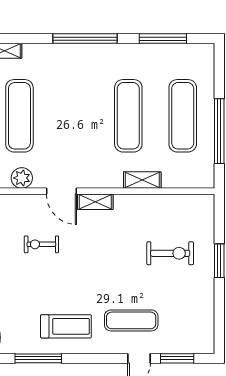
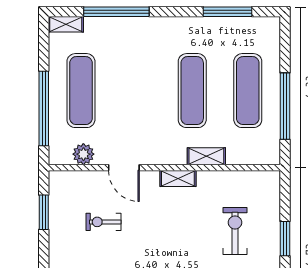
window: (85, 39) -> (116, 12), moved
shelving: (95, 202) -> (178, 178), moved
exercise bike: (170, 253) -> (235, 231), turned -90

